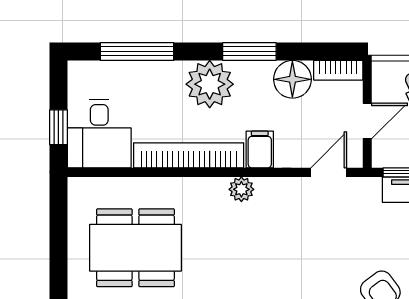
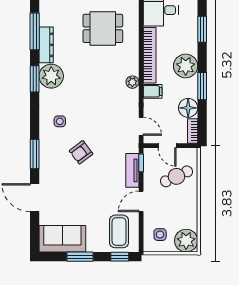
window: (137, 51) -> (202, 29), width x0.69
dining table: (135, 248) -> (103, 28), width x0.73

